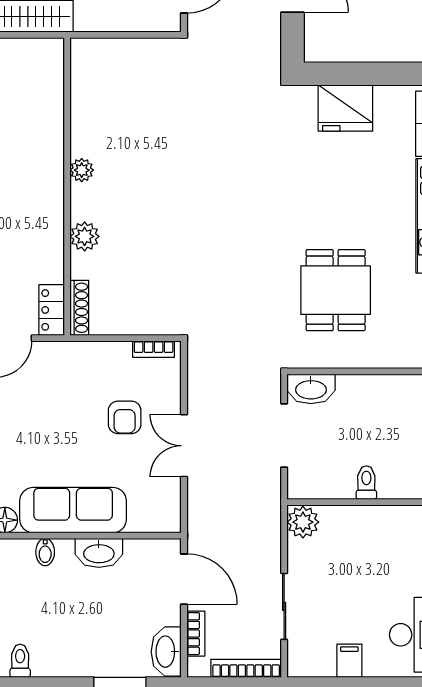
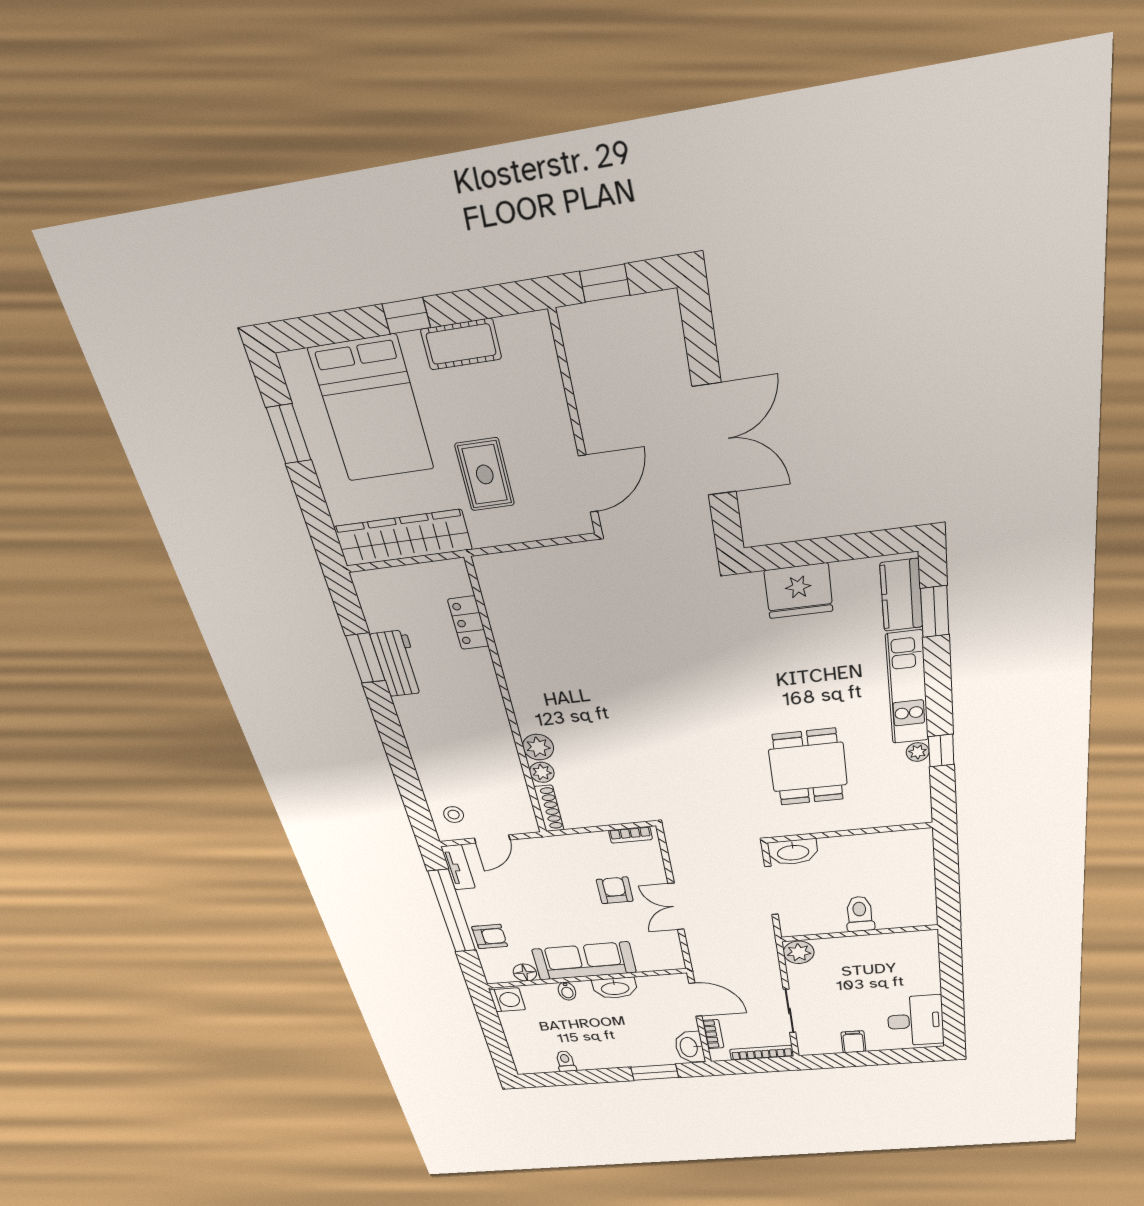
plant: (82, 170) -> (542, 772), moved
locker: (52, 310) -> (468, 623), moved
armchair: (125, 417) -> (615, 890), turned 180
toilet: (366, 483) -> (860, 914), width x1.37, depth x1.39

